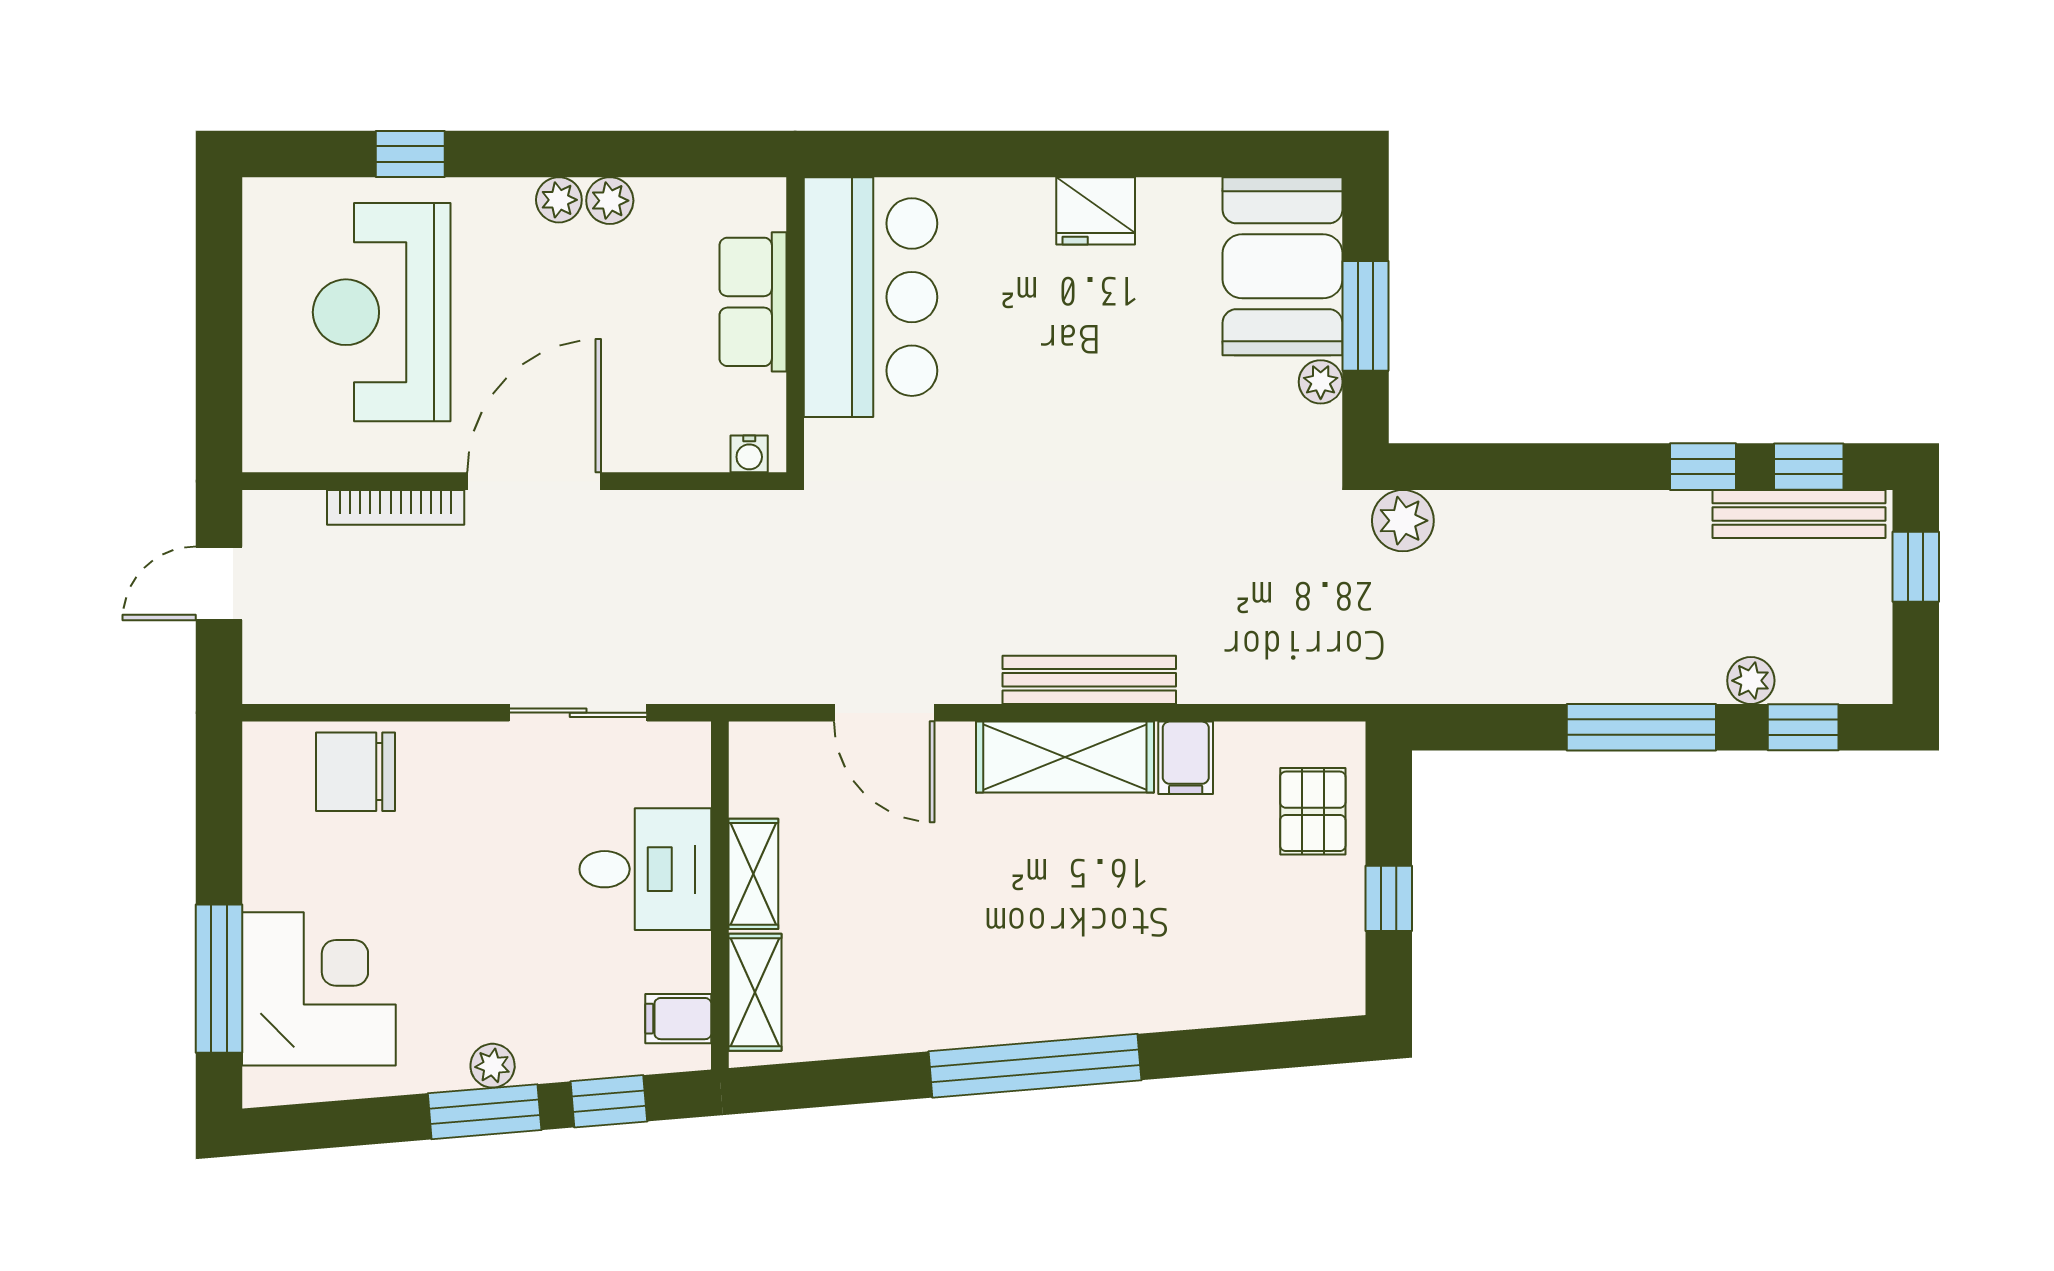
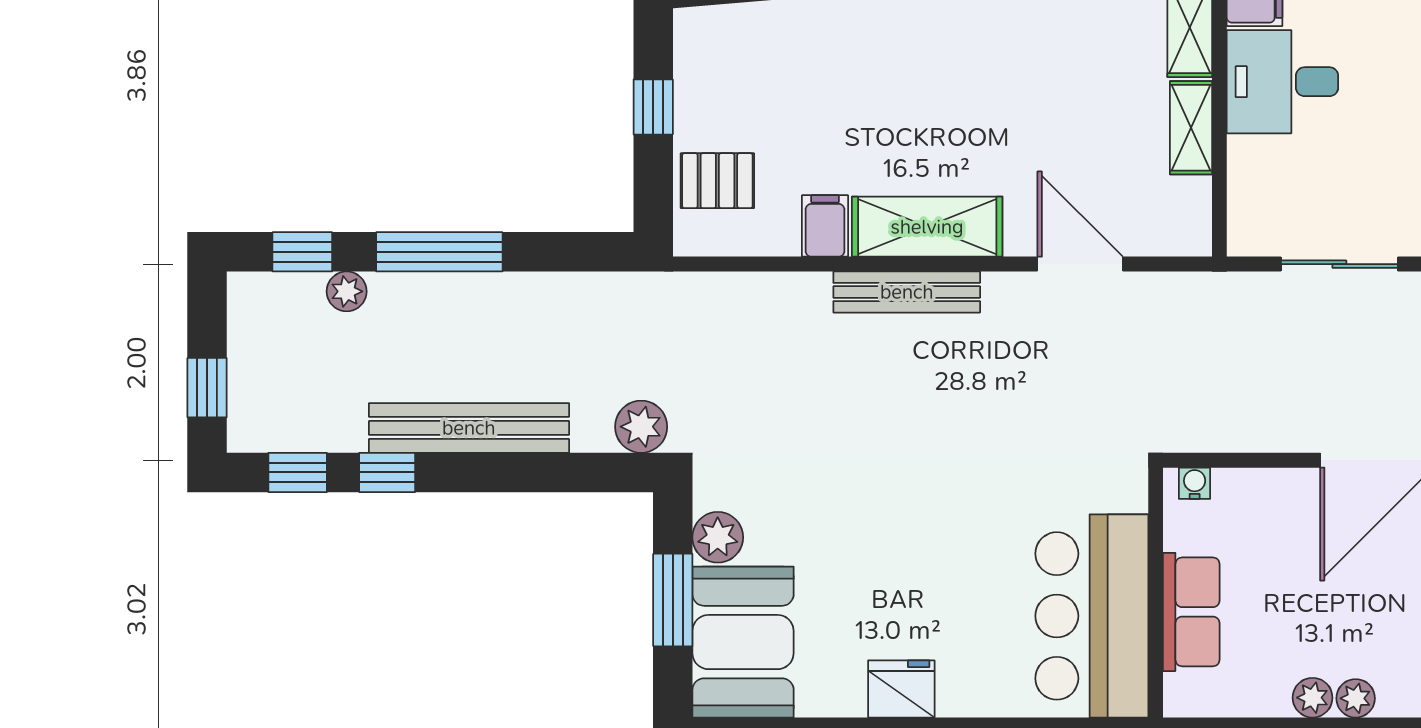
plant: (1321, 382) -> (718, 537), width x1.38, depth x1.38
bench: (1799, 514) -> (469, 428), moved, width x1.37, depth x1.21
pallet: (1313, 811) -> (717, 181), turned 90
desk: (645, 869) -> (1282, 82), moved

